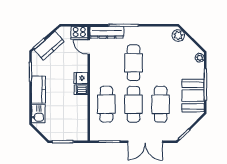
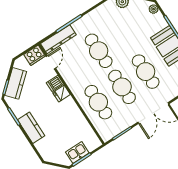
door: (89, 47) -> (51, 62), swing flipped
dishwasher: (81, 90) -> (55, 83), moved
kitchen sink: (38, 114) -> (77, 153), moved, turned -90

